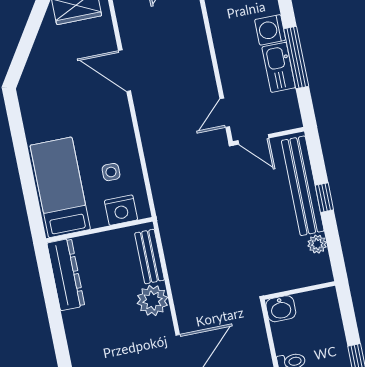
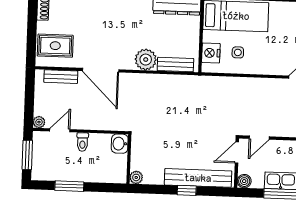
door: (225, 113) -> (259, 138), swing flipped
boiler: (292, 119) -> (244, 181), added
plant: (317, 244) -> (136, 177), moved

